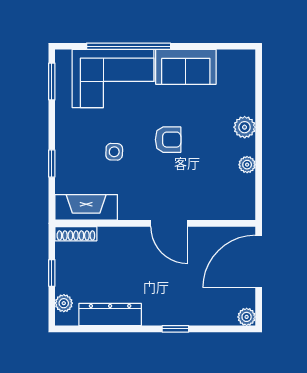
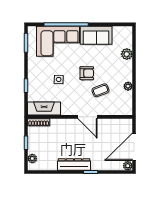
plant: (245, 127) -> (127, 54), moved
coffee table: (194, 173) -> (100, 90), added
door: (259, 261) -> (134, 147), moved
dresser: (110, 315) -> (74, 164), moved

